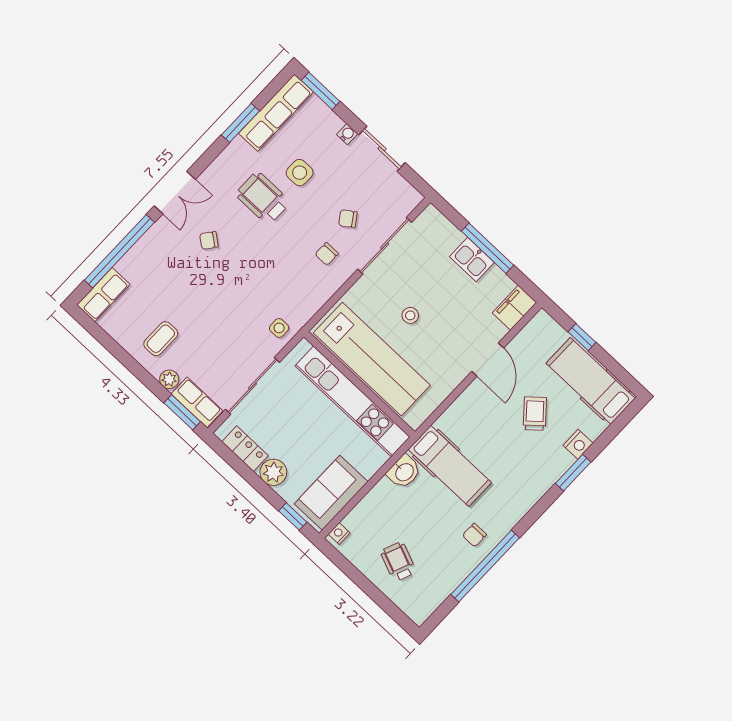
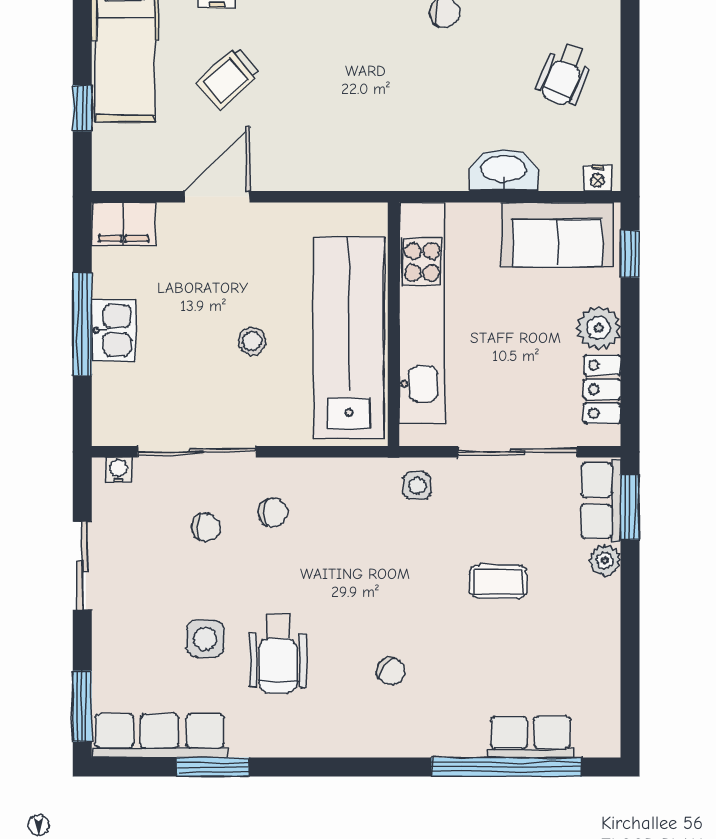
water cooler: (347, 134) -> (118, 470), moved, turned 90
double door: (175, 193) -> (372, 767), removed
chair: (348, 219) -> (206, 527), turned -55
row of seats: (103, 295) -> (531, 737), moved
coffee table: (161, 339) -> (498, 582), moved
hospital bed: (450, 466) -> (389, 121), removed
washbasin: (404, 472) -> (503, 170), moved, width x1.38

